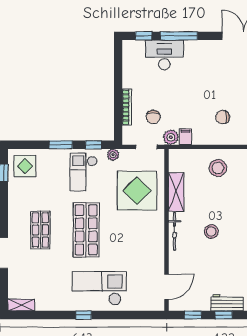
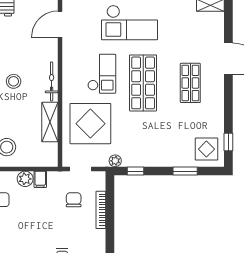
plant: (171, 137) -> (25, 179), moved
window: (61, 145) -> (185, 171), moved
checkout: (84, 172) -> (102, 74), moved

